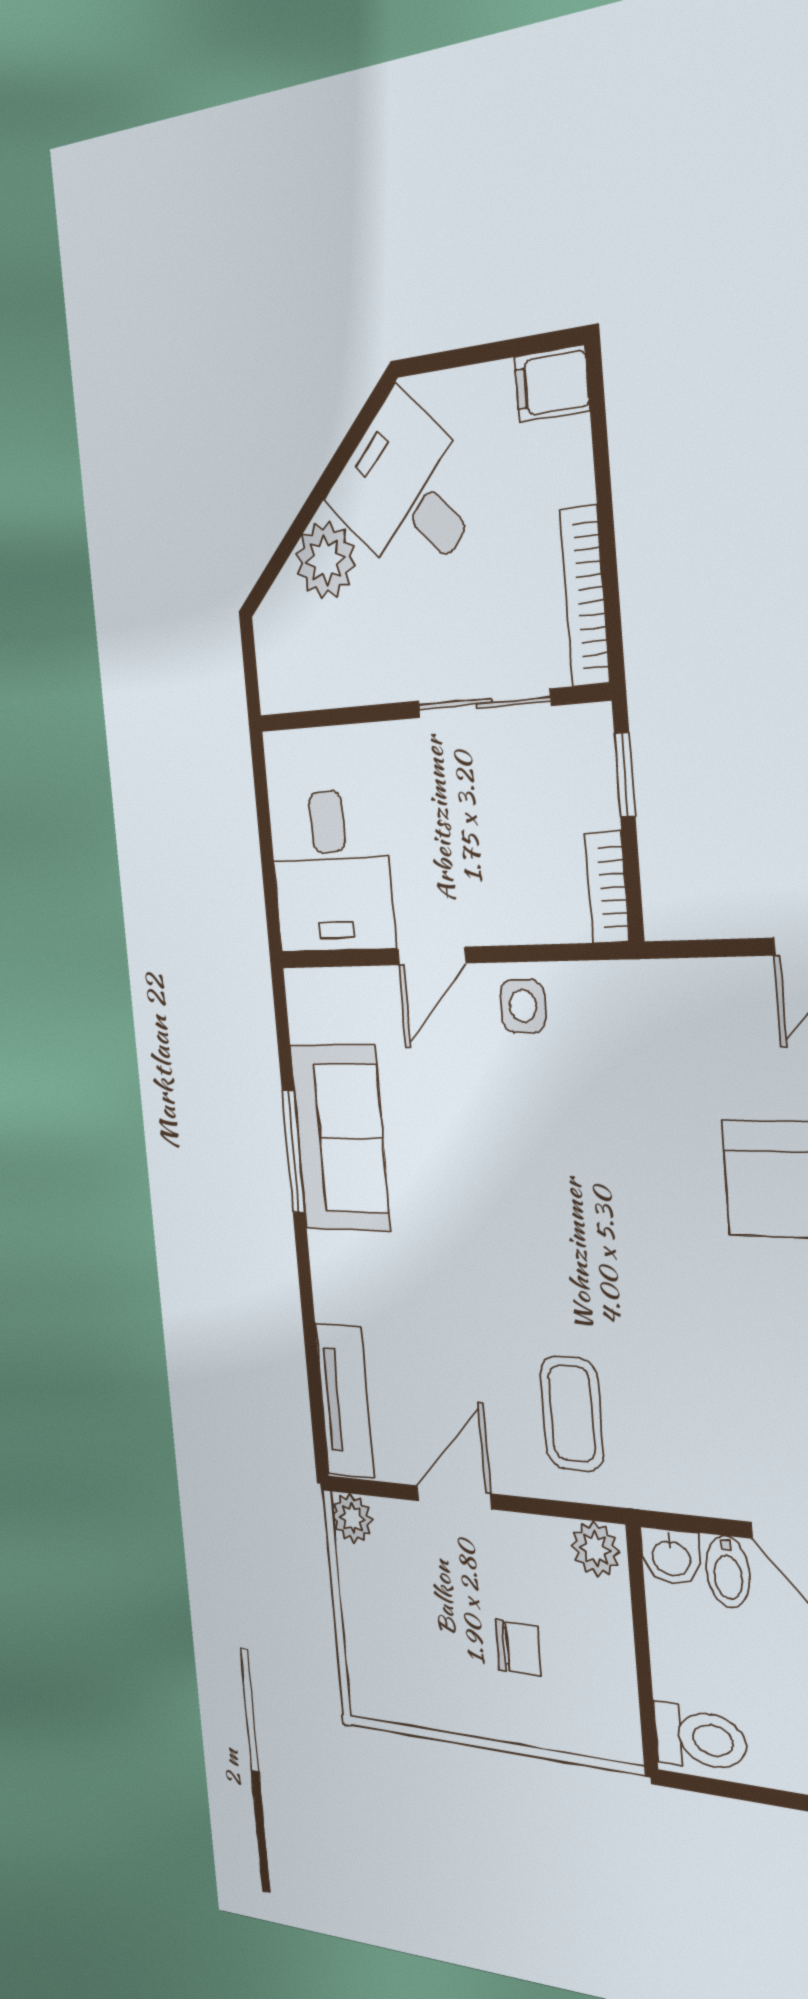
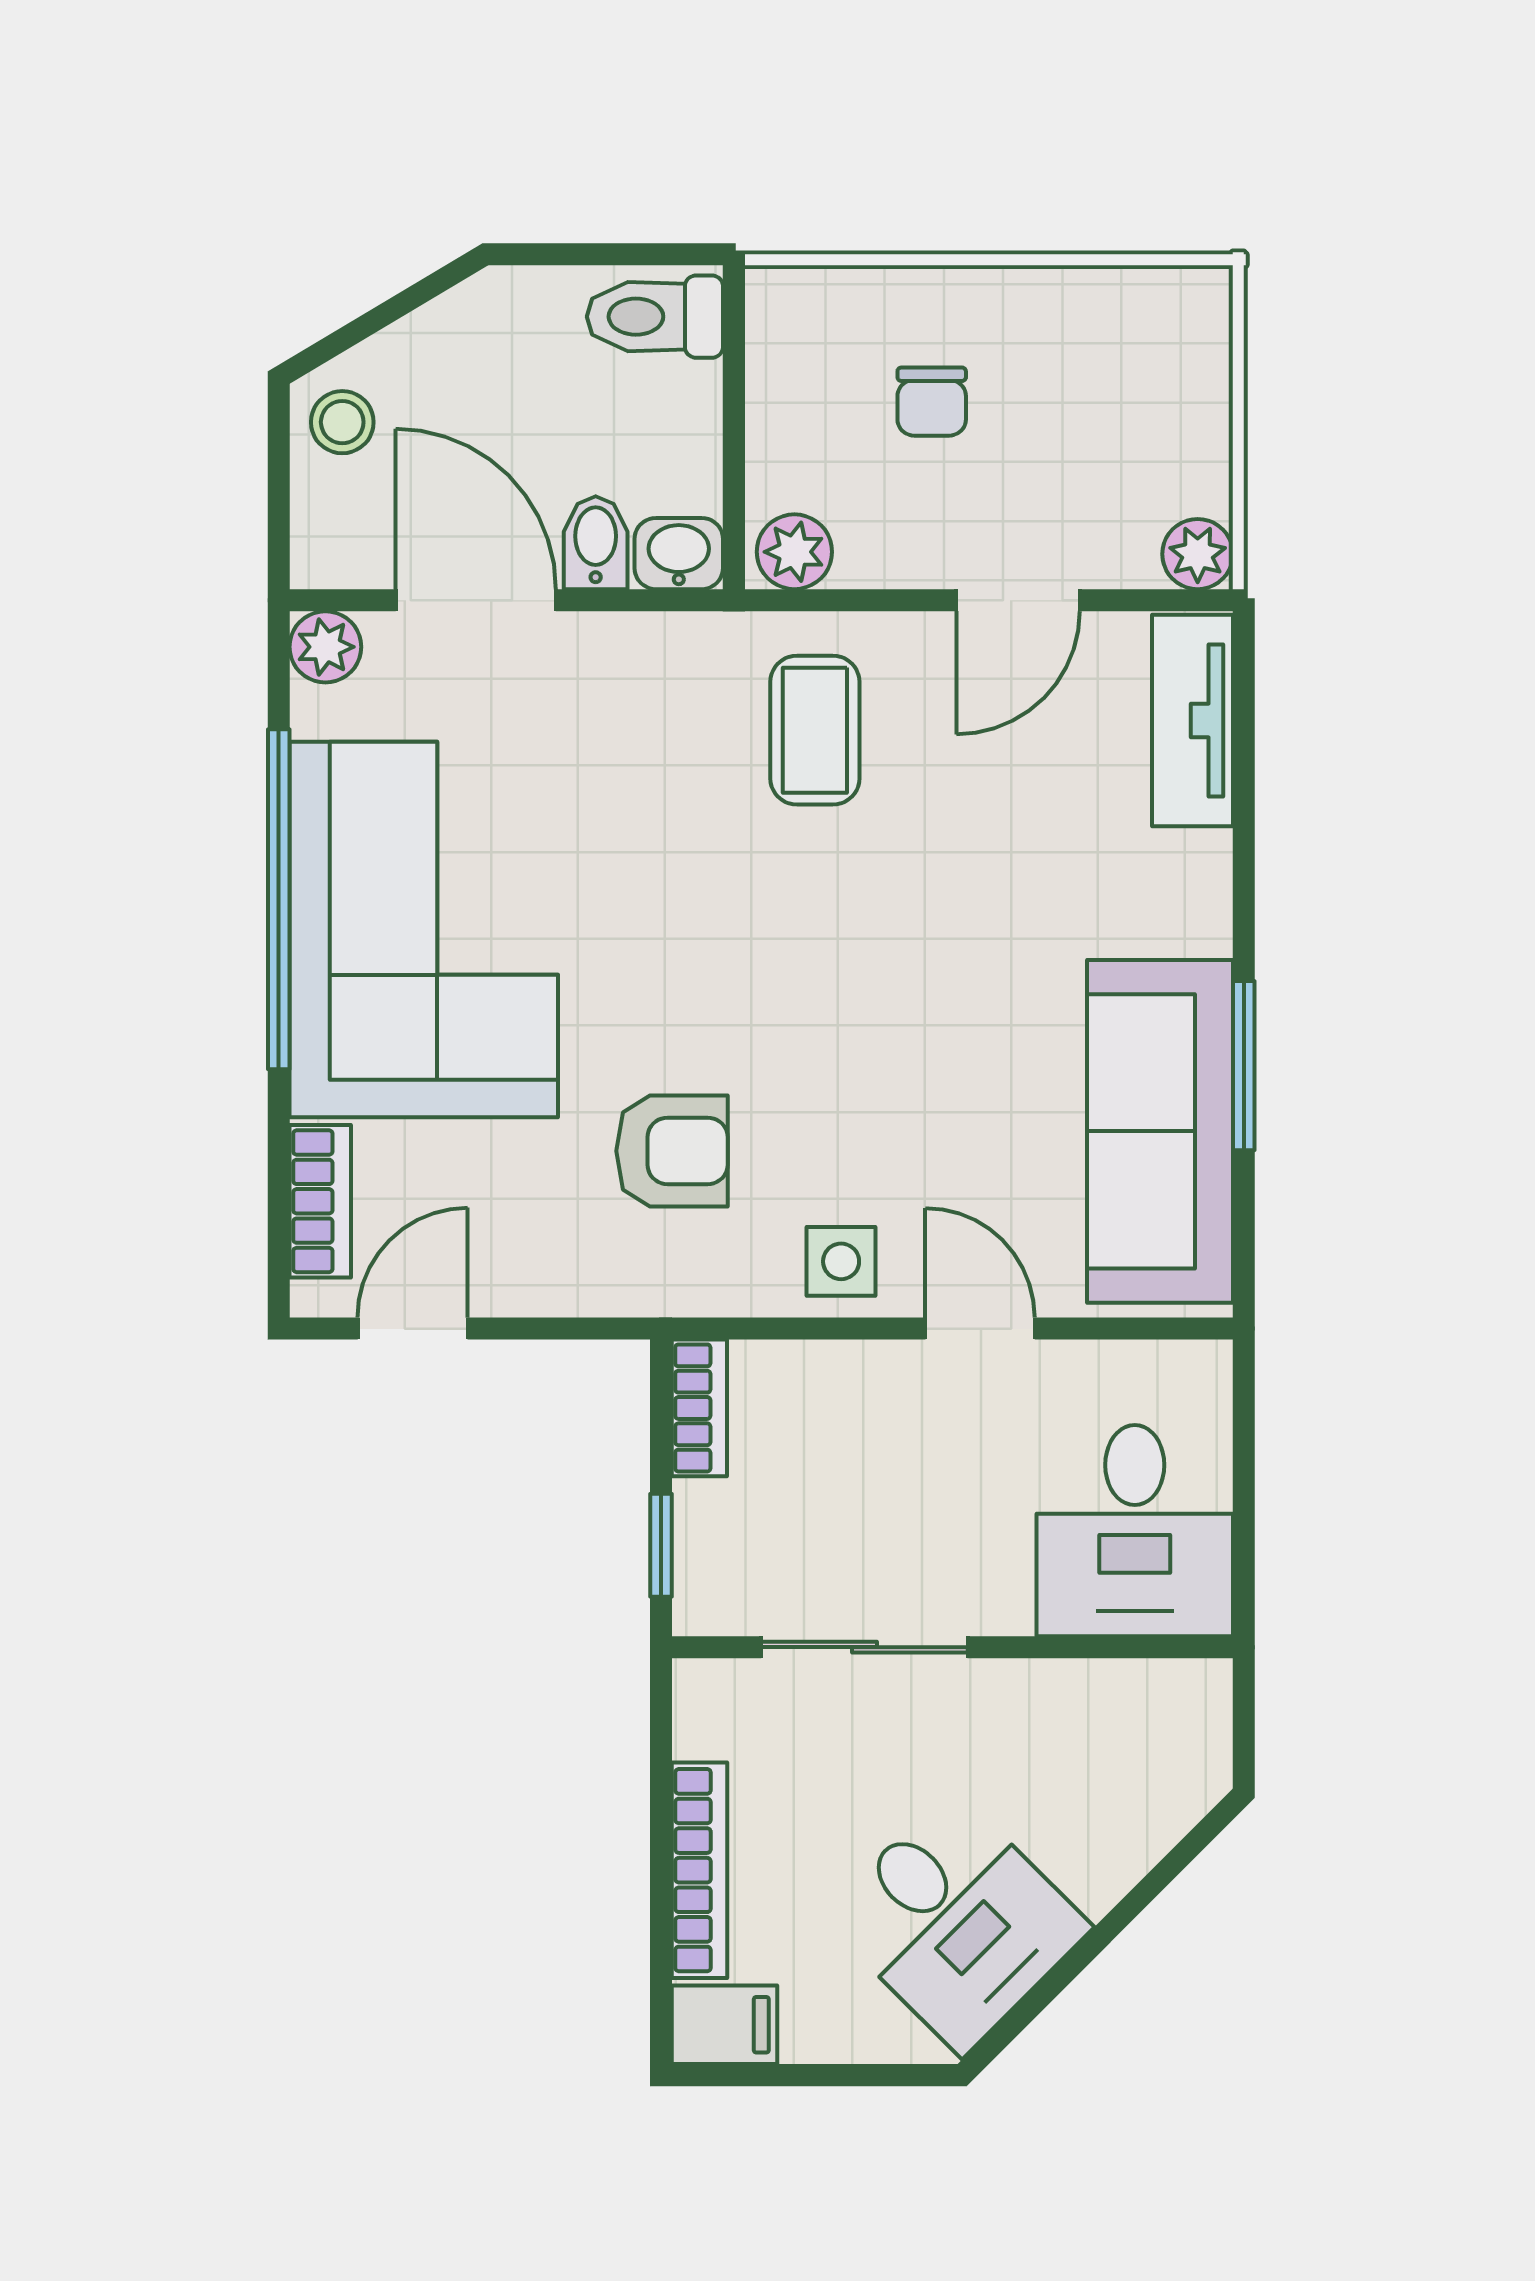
plant: (325, 560) -> (1100, 1850), removed
bookcase: (585, 596) -> (700, 1870), moved
desk: (331, 871) -> (1135, 1531), moved, turned 180
door: (432, 956) -> (980, 1329), hinge flipped
armchair: (641, 1092) -> (672, 1151), added
sofa: (340, 1138) -> (1160, 1131), width x1.36
chair: (518, 1648) -> (932, 402), turned -90

